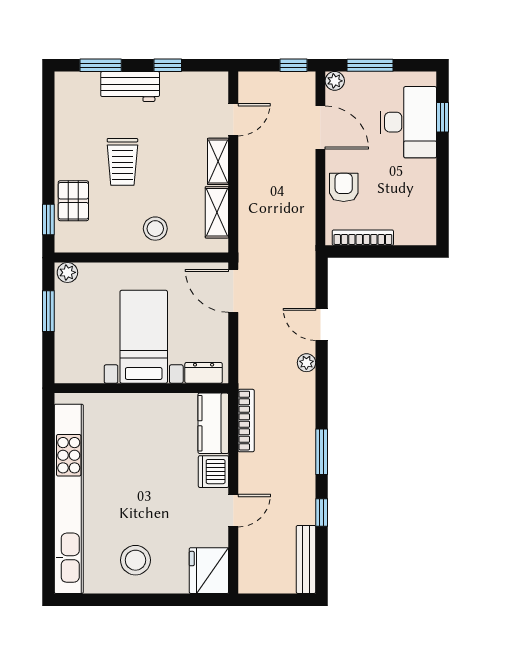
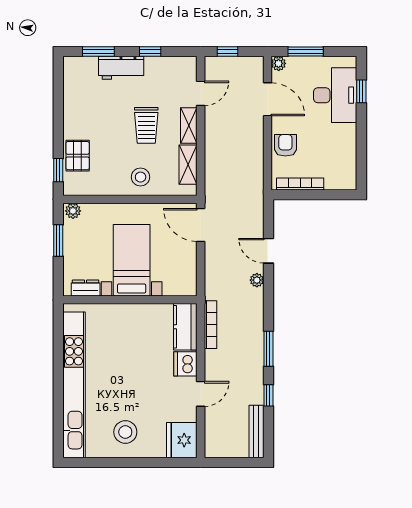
window: (294, 65) -> (227, 51), moved
trolley: (122, 162) -> (146, 125), moved
dresser: (204, 373) -> (86, 288), moved

